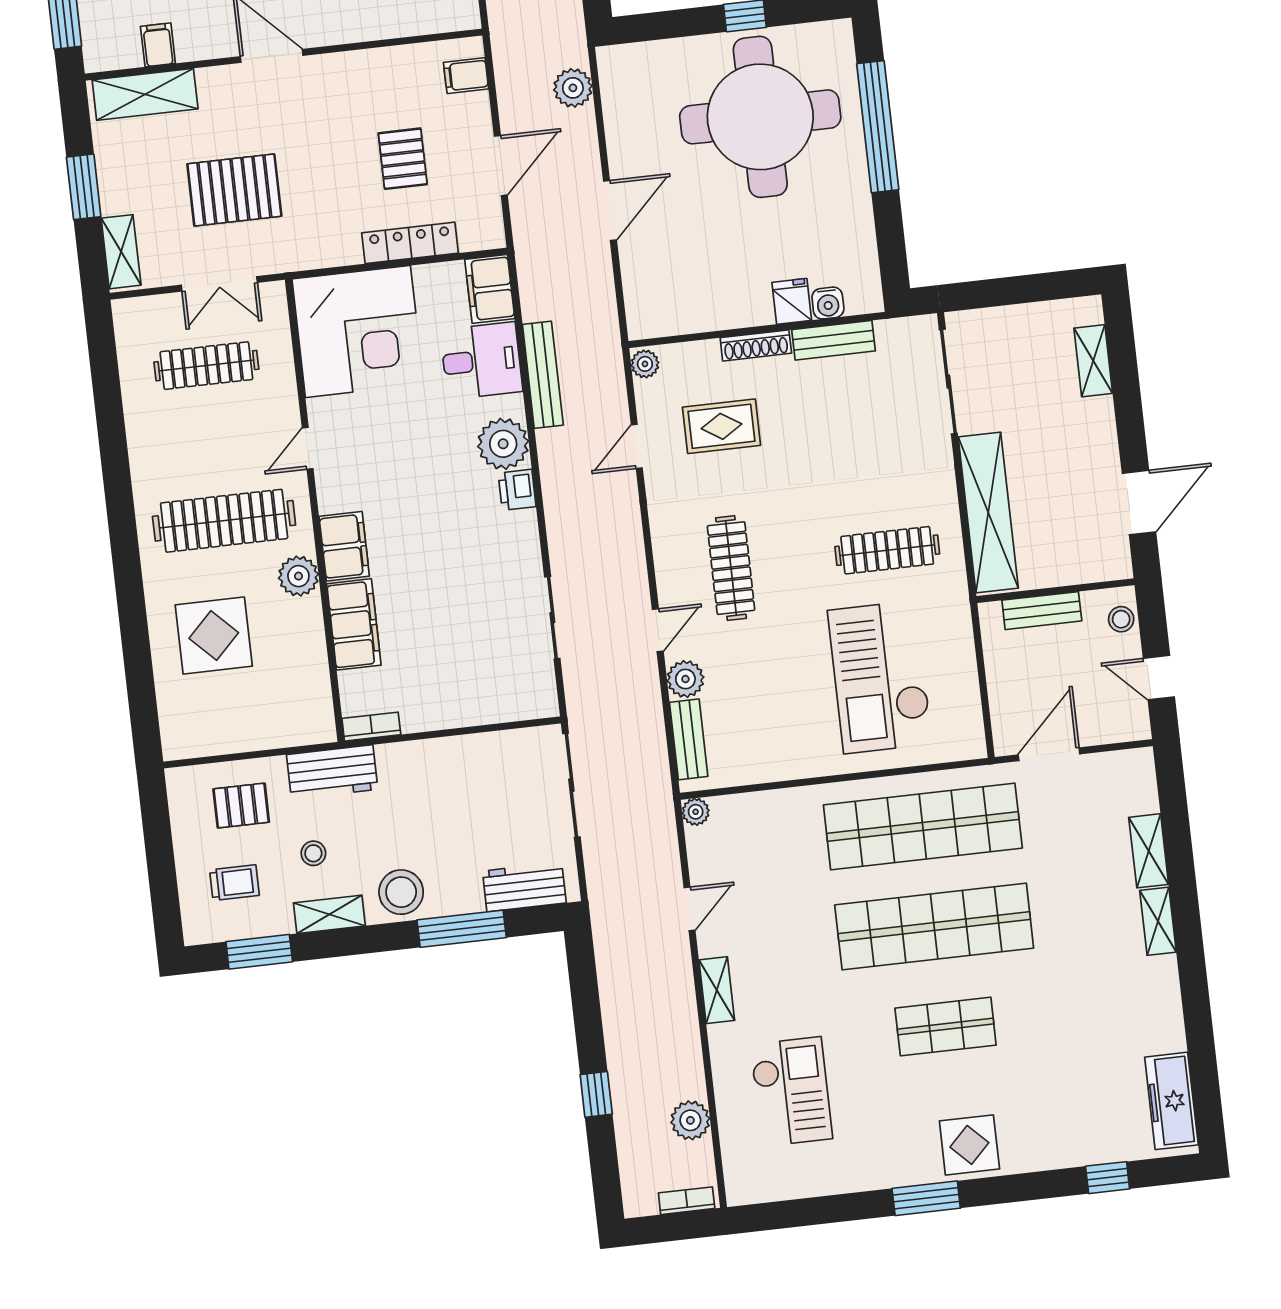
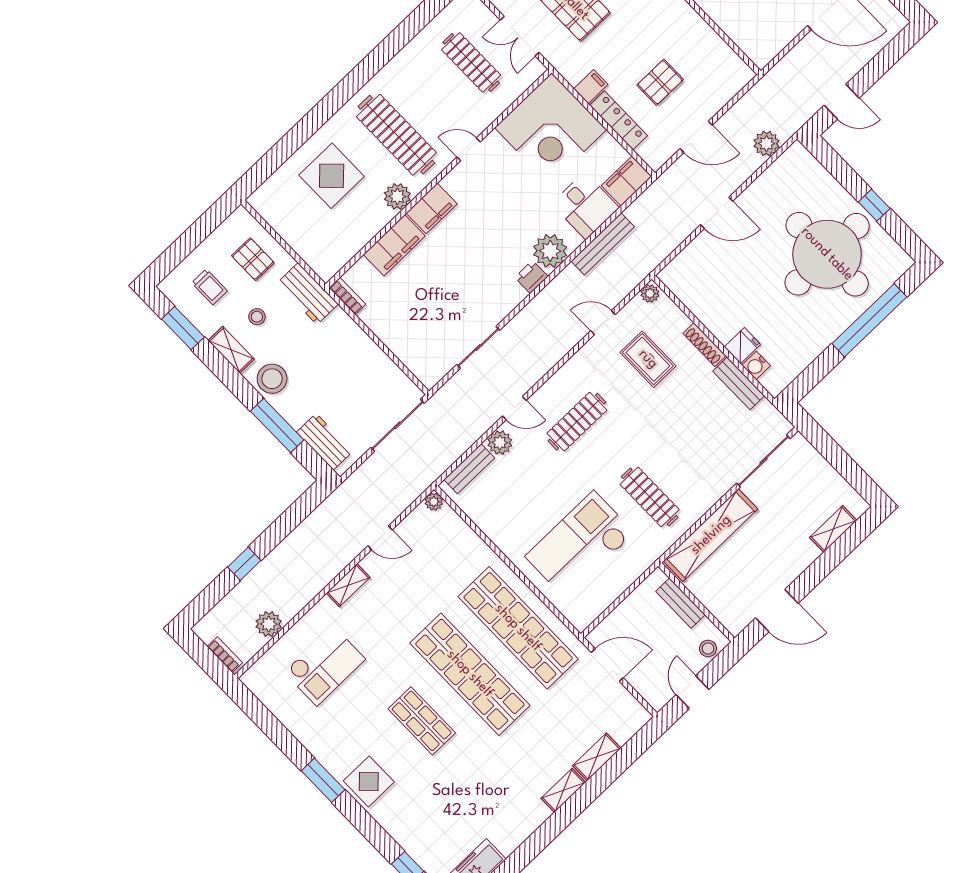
filing cabinet: (466, 76) -> (591, 87), moved, turned 90

